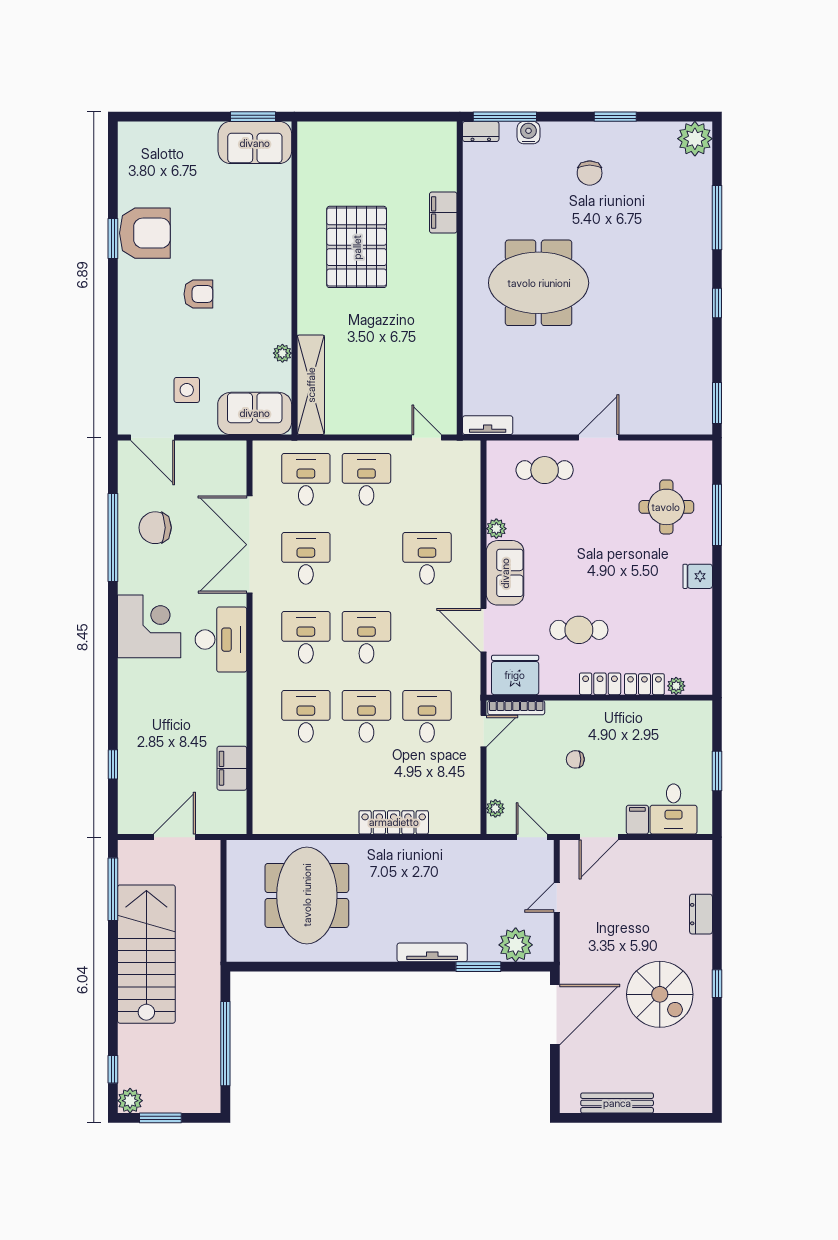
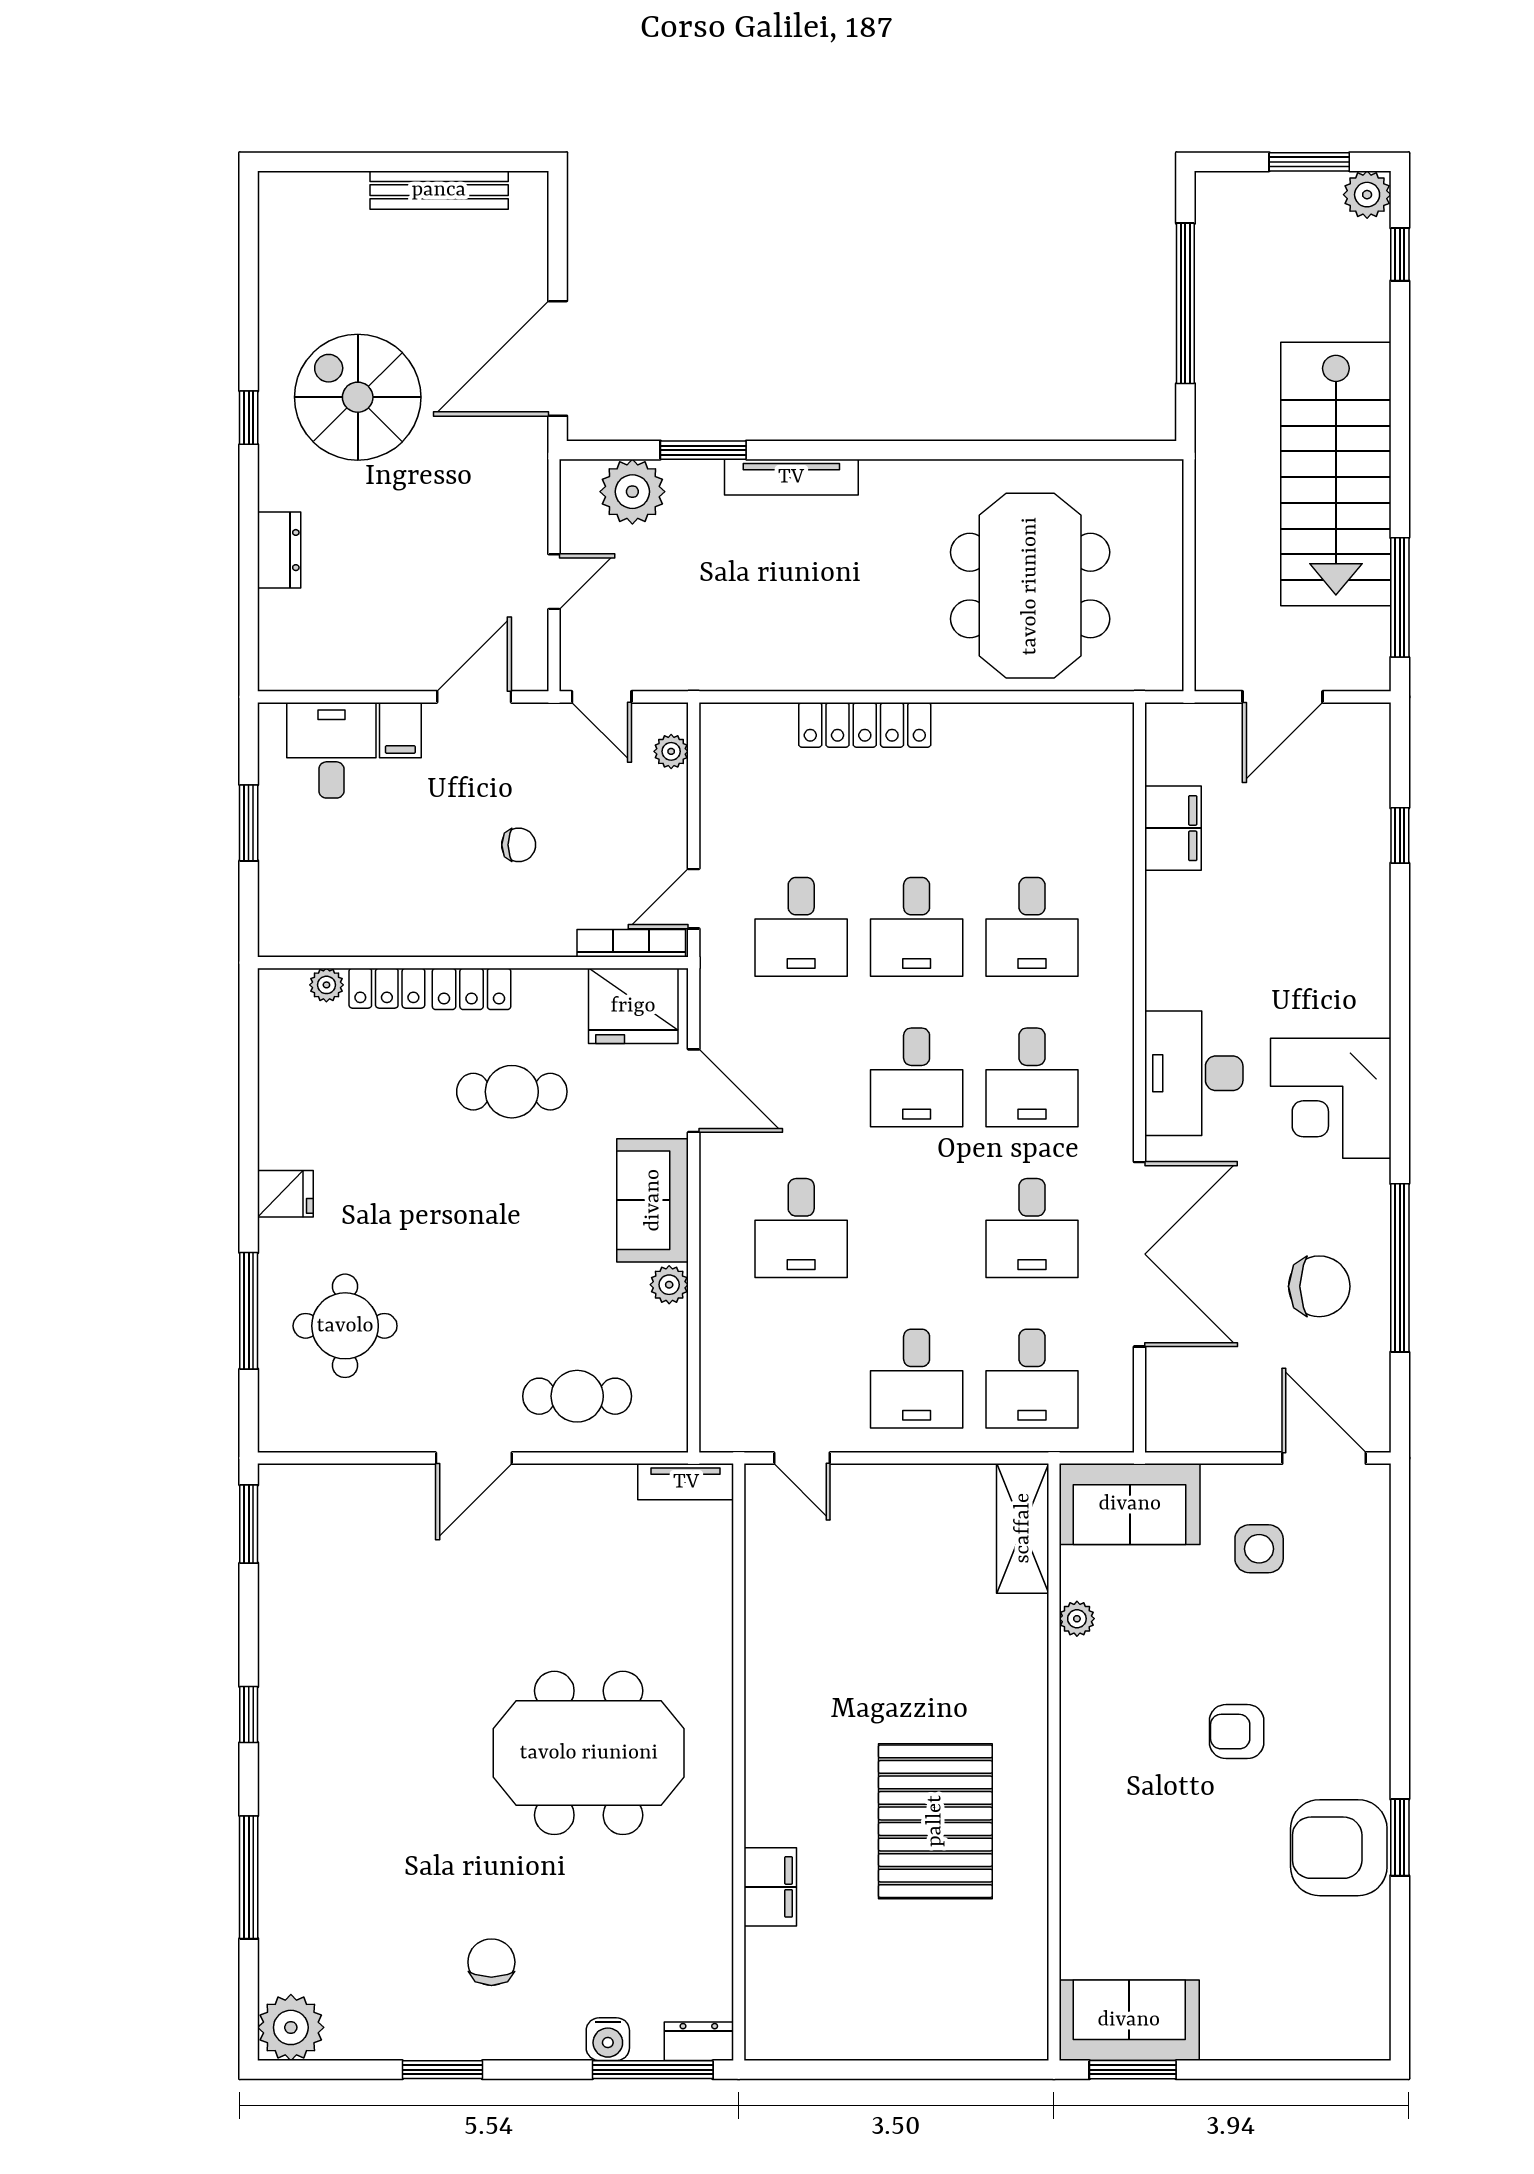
shelving: (311, 385) -> (1023, 1528), width x0.68

